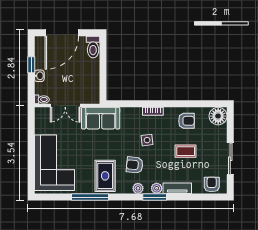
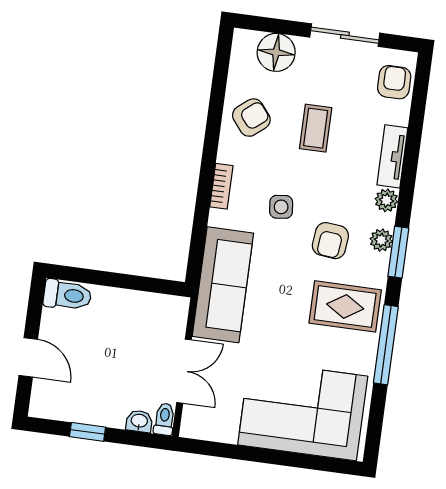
door: (62, 33) -> (28, 357), width x0.53
washbasin: (39, 76) -> (139, 421), moved
floor lamp: (218, 116) -> (276, 52), moved
sofa: (101, 118) -> (223, 285), width x1.36
armchair: (186, 121) -> (251, 118), turned 51
armchair: (212, 184) -> (394, 82), turned 90
window: (155, 197) -> (398, 252), moved

